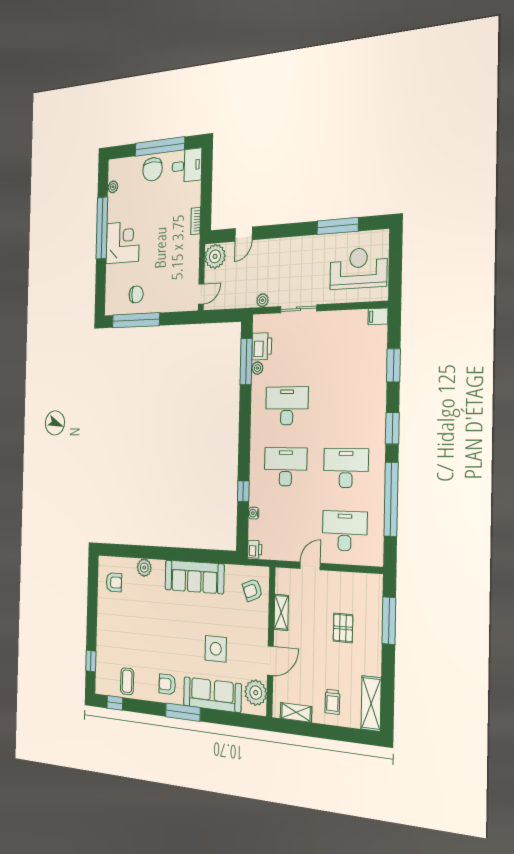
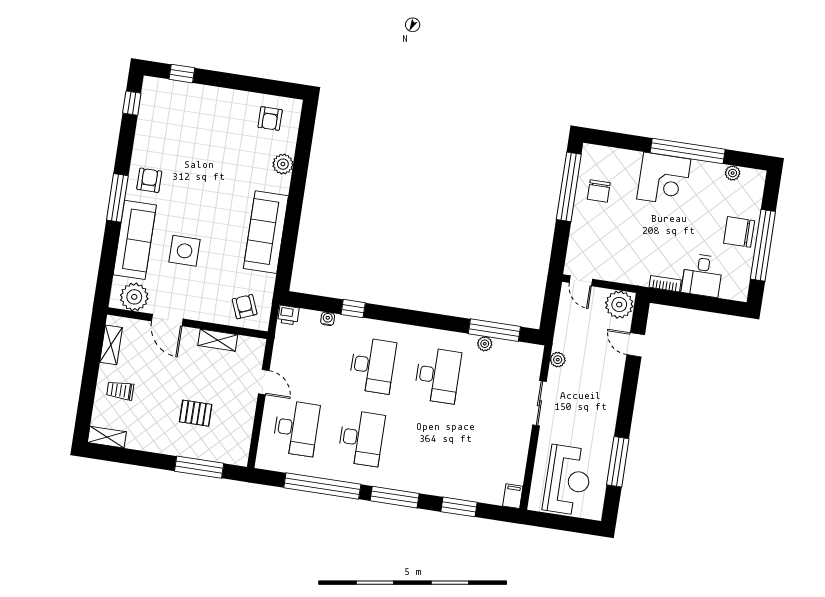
desk: (187, 166) -> (702, 275), moved
printer: (262, 346) -> (507, 352), removed
window: (392, 428) -> (395, 497), width x1.44
coffee table: (127, 681) -> (156, 124), removed
shelving: (371, 703) -> (107, 437), width x0.67, depth x0.75

